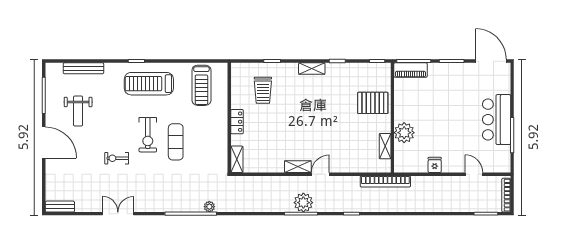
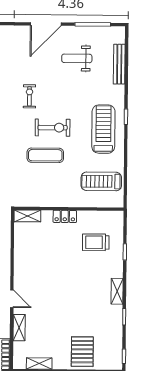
exercise bike: (148, 135) -> (53, 128), turned 180
shelving: (298, 167) -> (19, 328), moved

